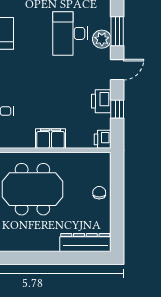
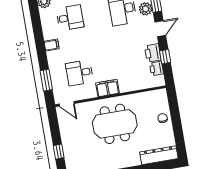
filing cabinet: (50, 139) -> (107, 88), moved
printer: (103, 139) -> (157, 68), moved

